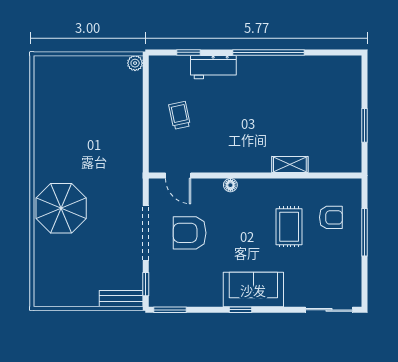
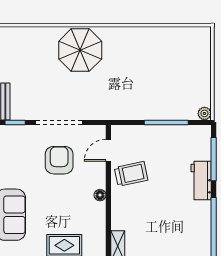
window: (188, 52) -> (214, 159), width x2.17
window: (146, 108) -> (166, 123), added
trolley: (180, 115) -> (131, 174), moved, width x1.36, depth x1.39

